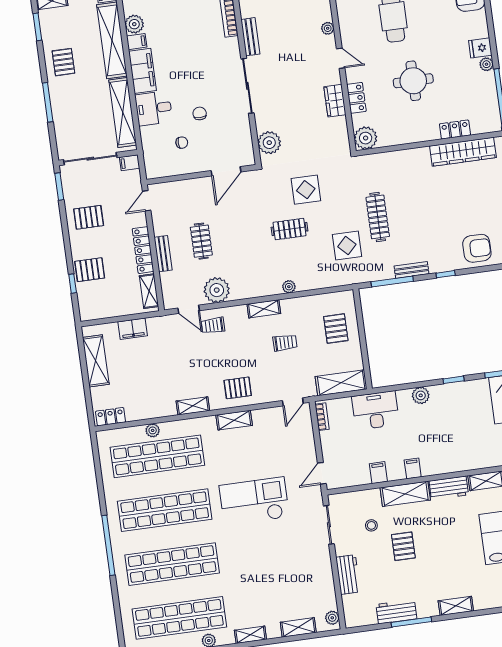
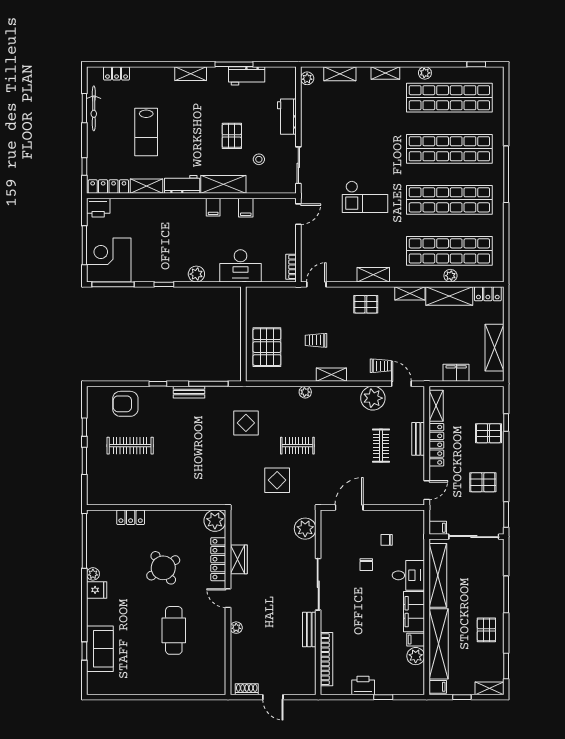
round table: (413, 81) -> (163, 568), turned -33
locker: (356, 98) -> (218, 559), width x1.53
wardrobe: (463, 152) -> (126, 495), removed
clothes rail: (378, 217) -> (130, 446), moved, turned 90
pallet: (336, 329) -> (267, 347), width x1.50, depth x1.42
shelving: (341, 383) -> (449, 296), moved
checkout: (254, 501) -> (365, 197), width x0.73, depth x0.83

